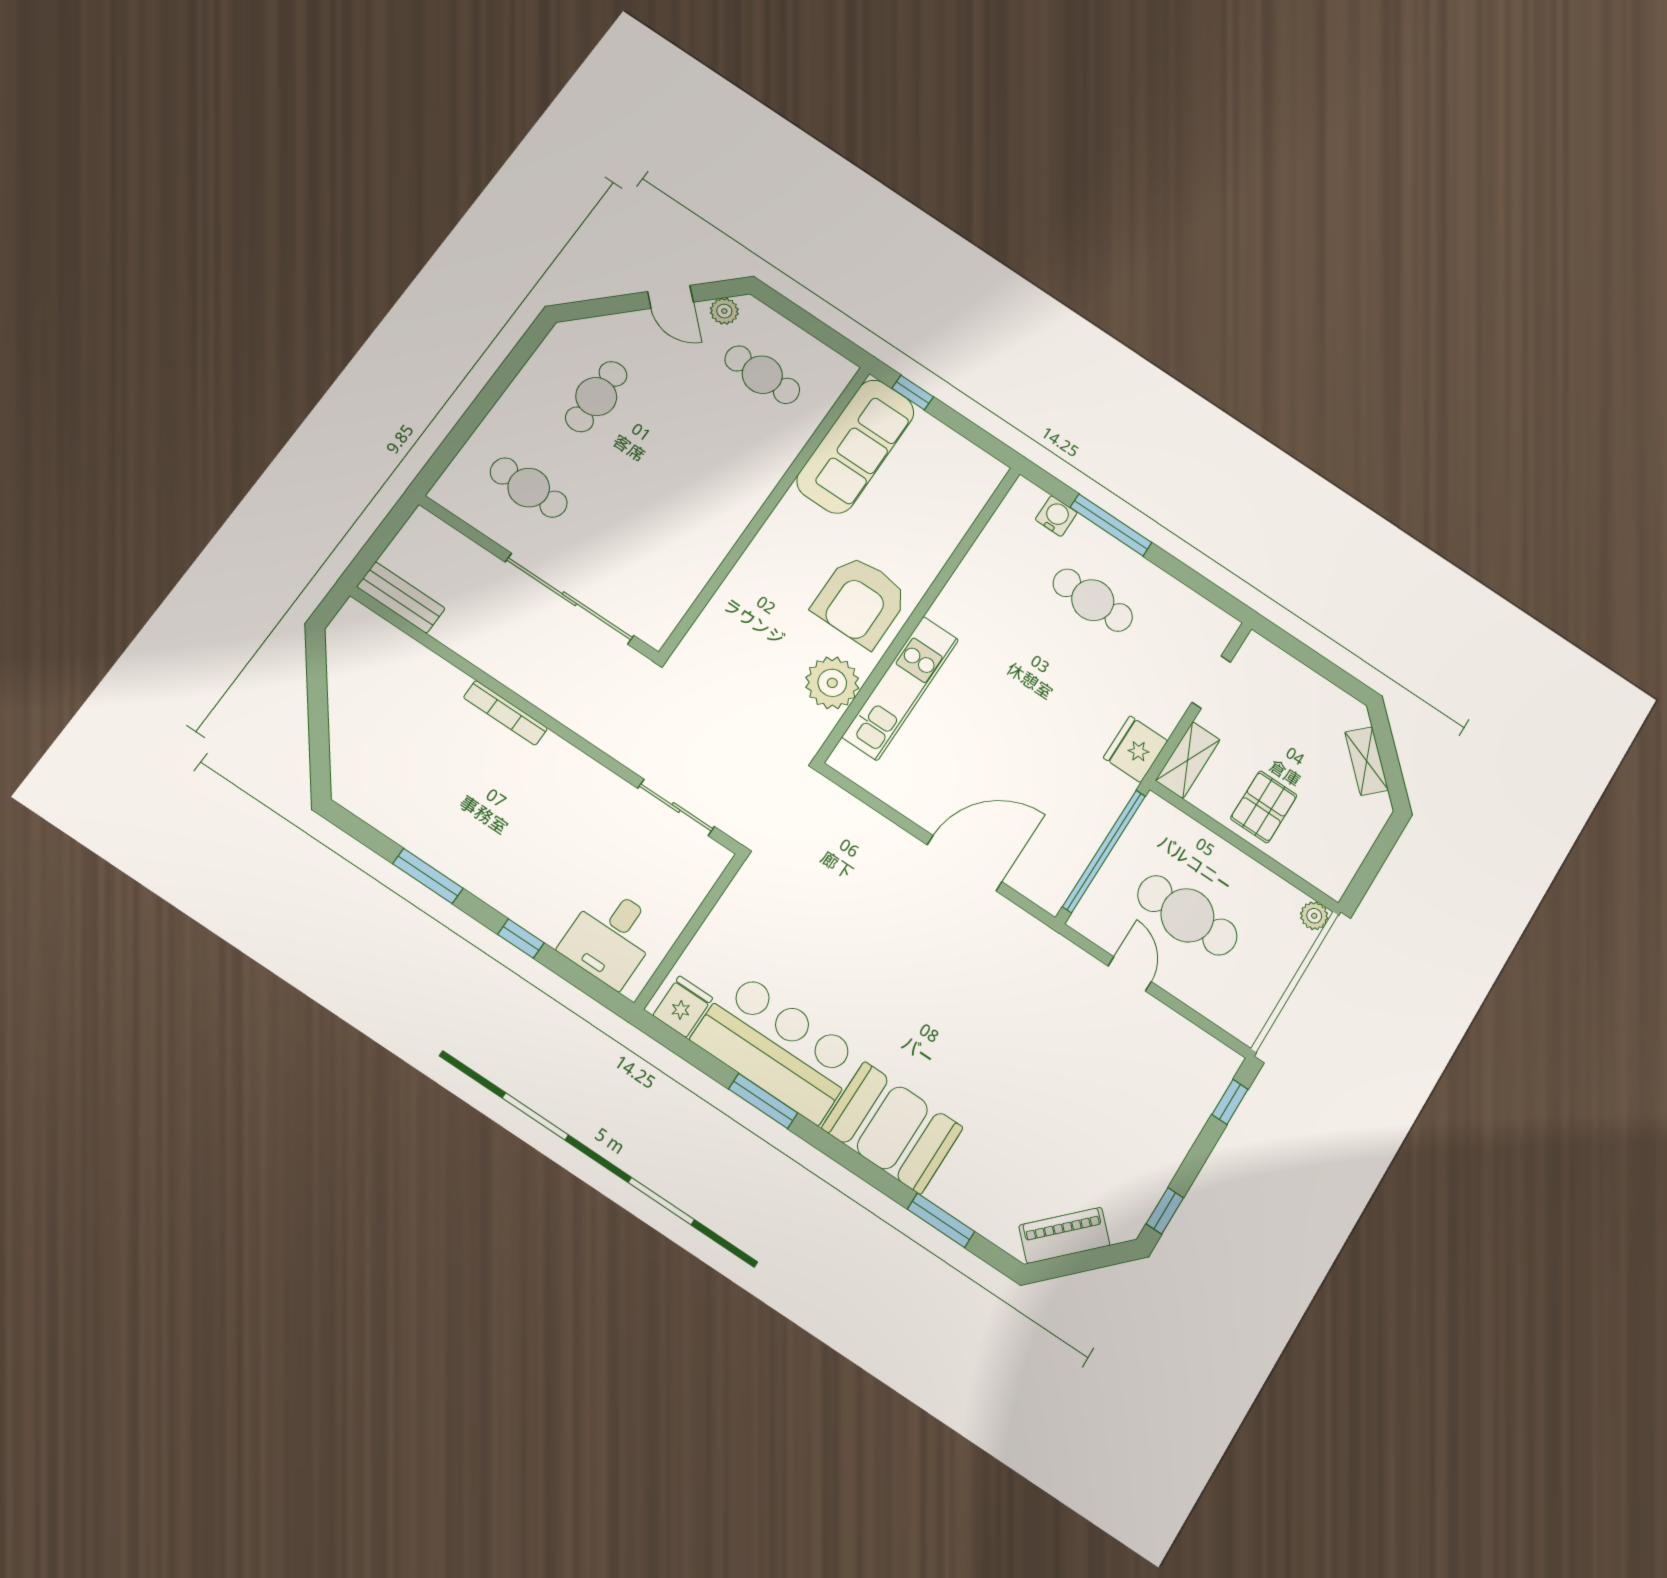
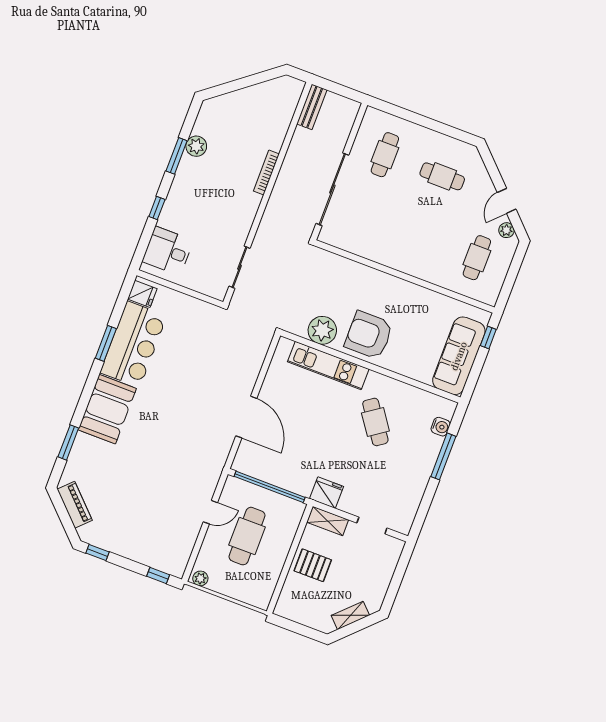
sofa: (856, 446) -> (459, 356), moved, turned 90
cafe table: (1093, 600) -> (375, 422), moved, turned -35
plant: (419, 834) -> (196, 146), added
plant: (1314, 916) -> (200, 578), moved

